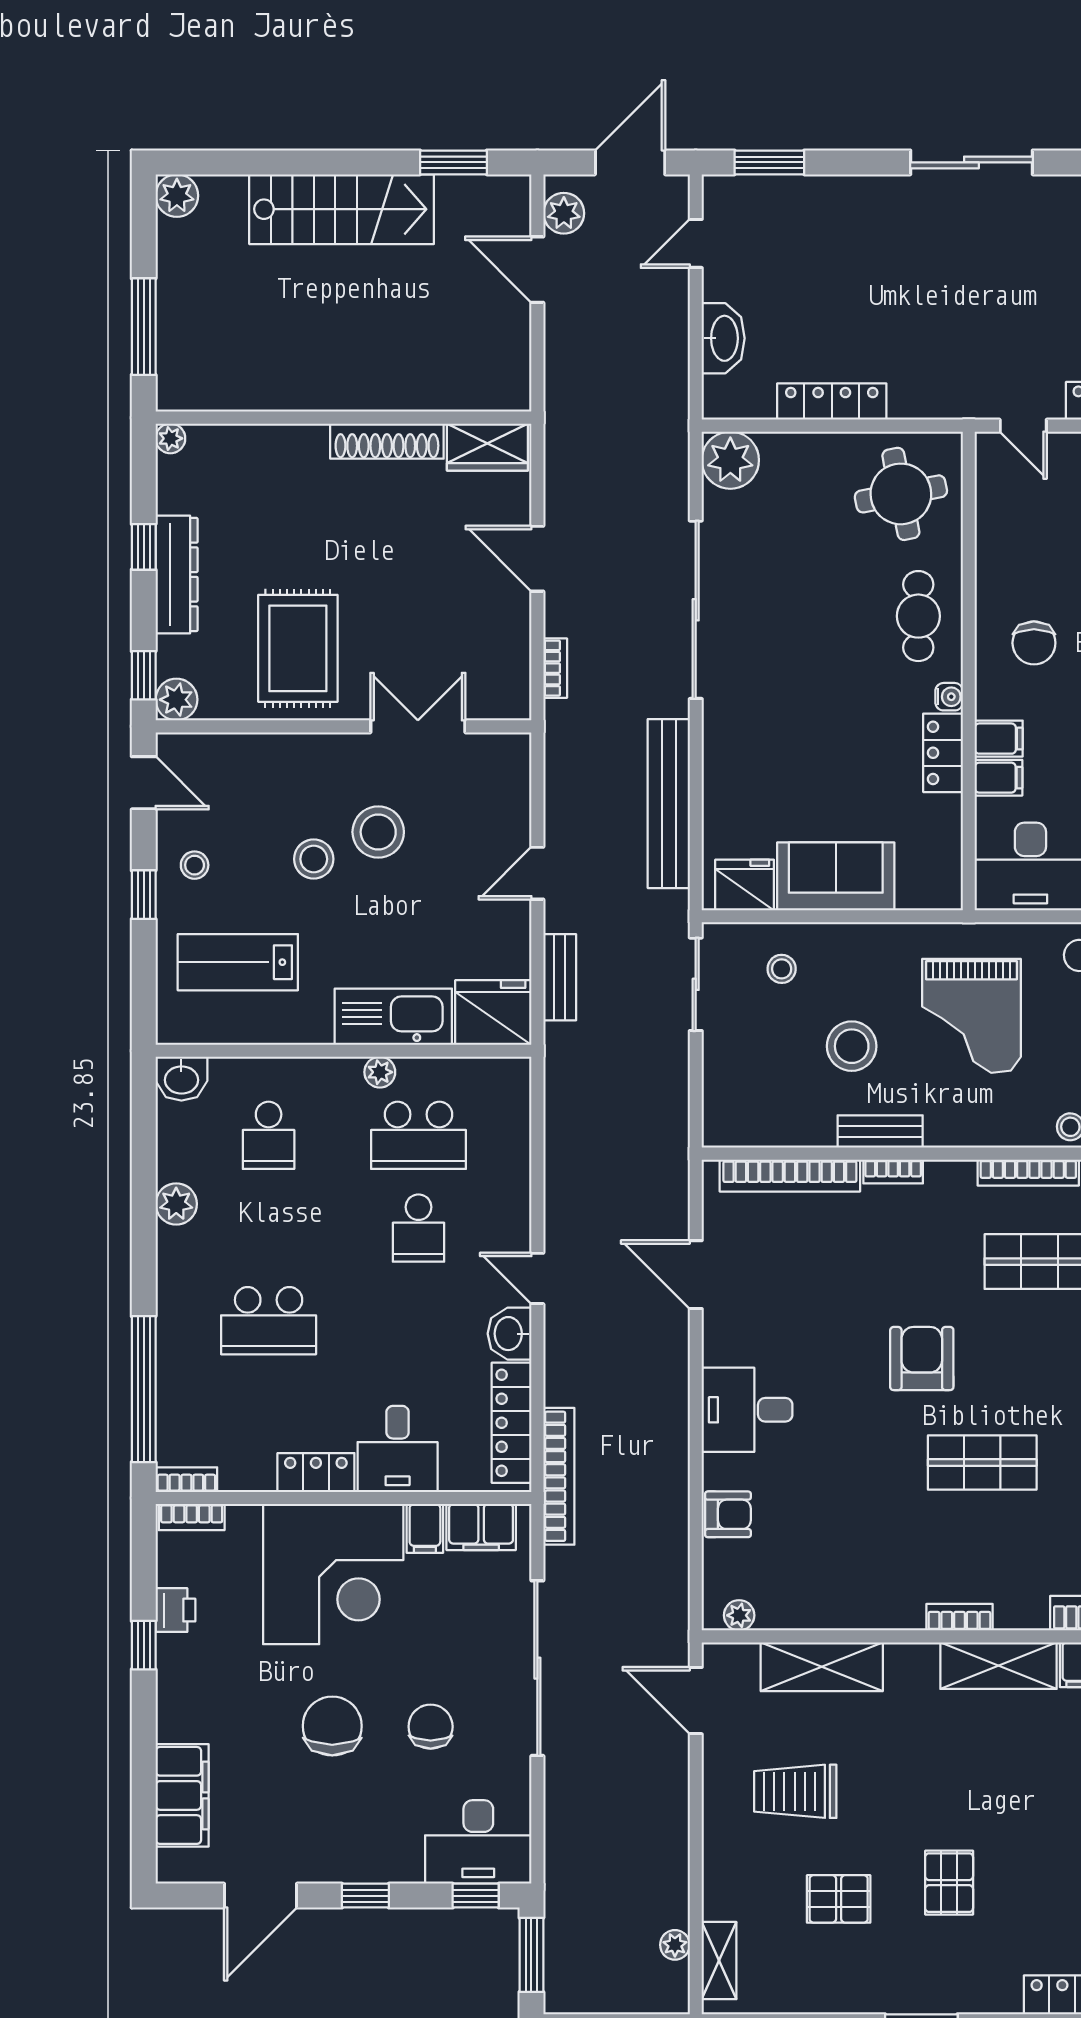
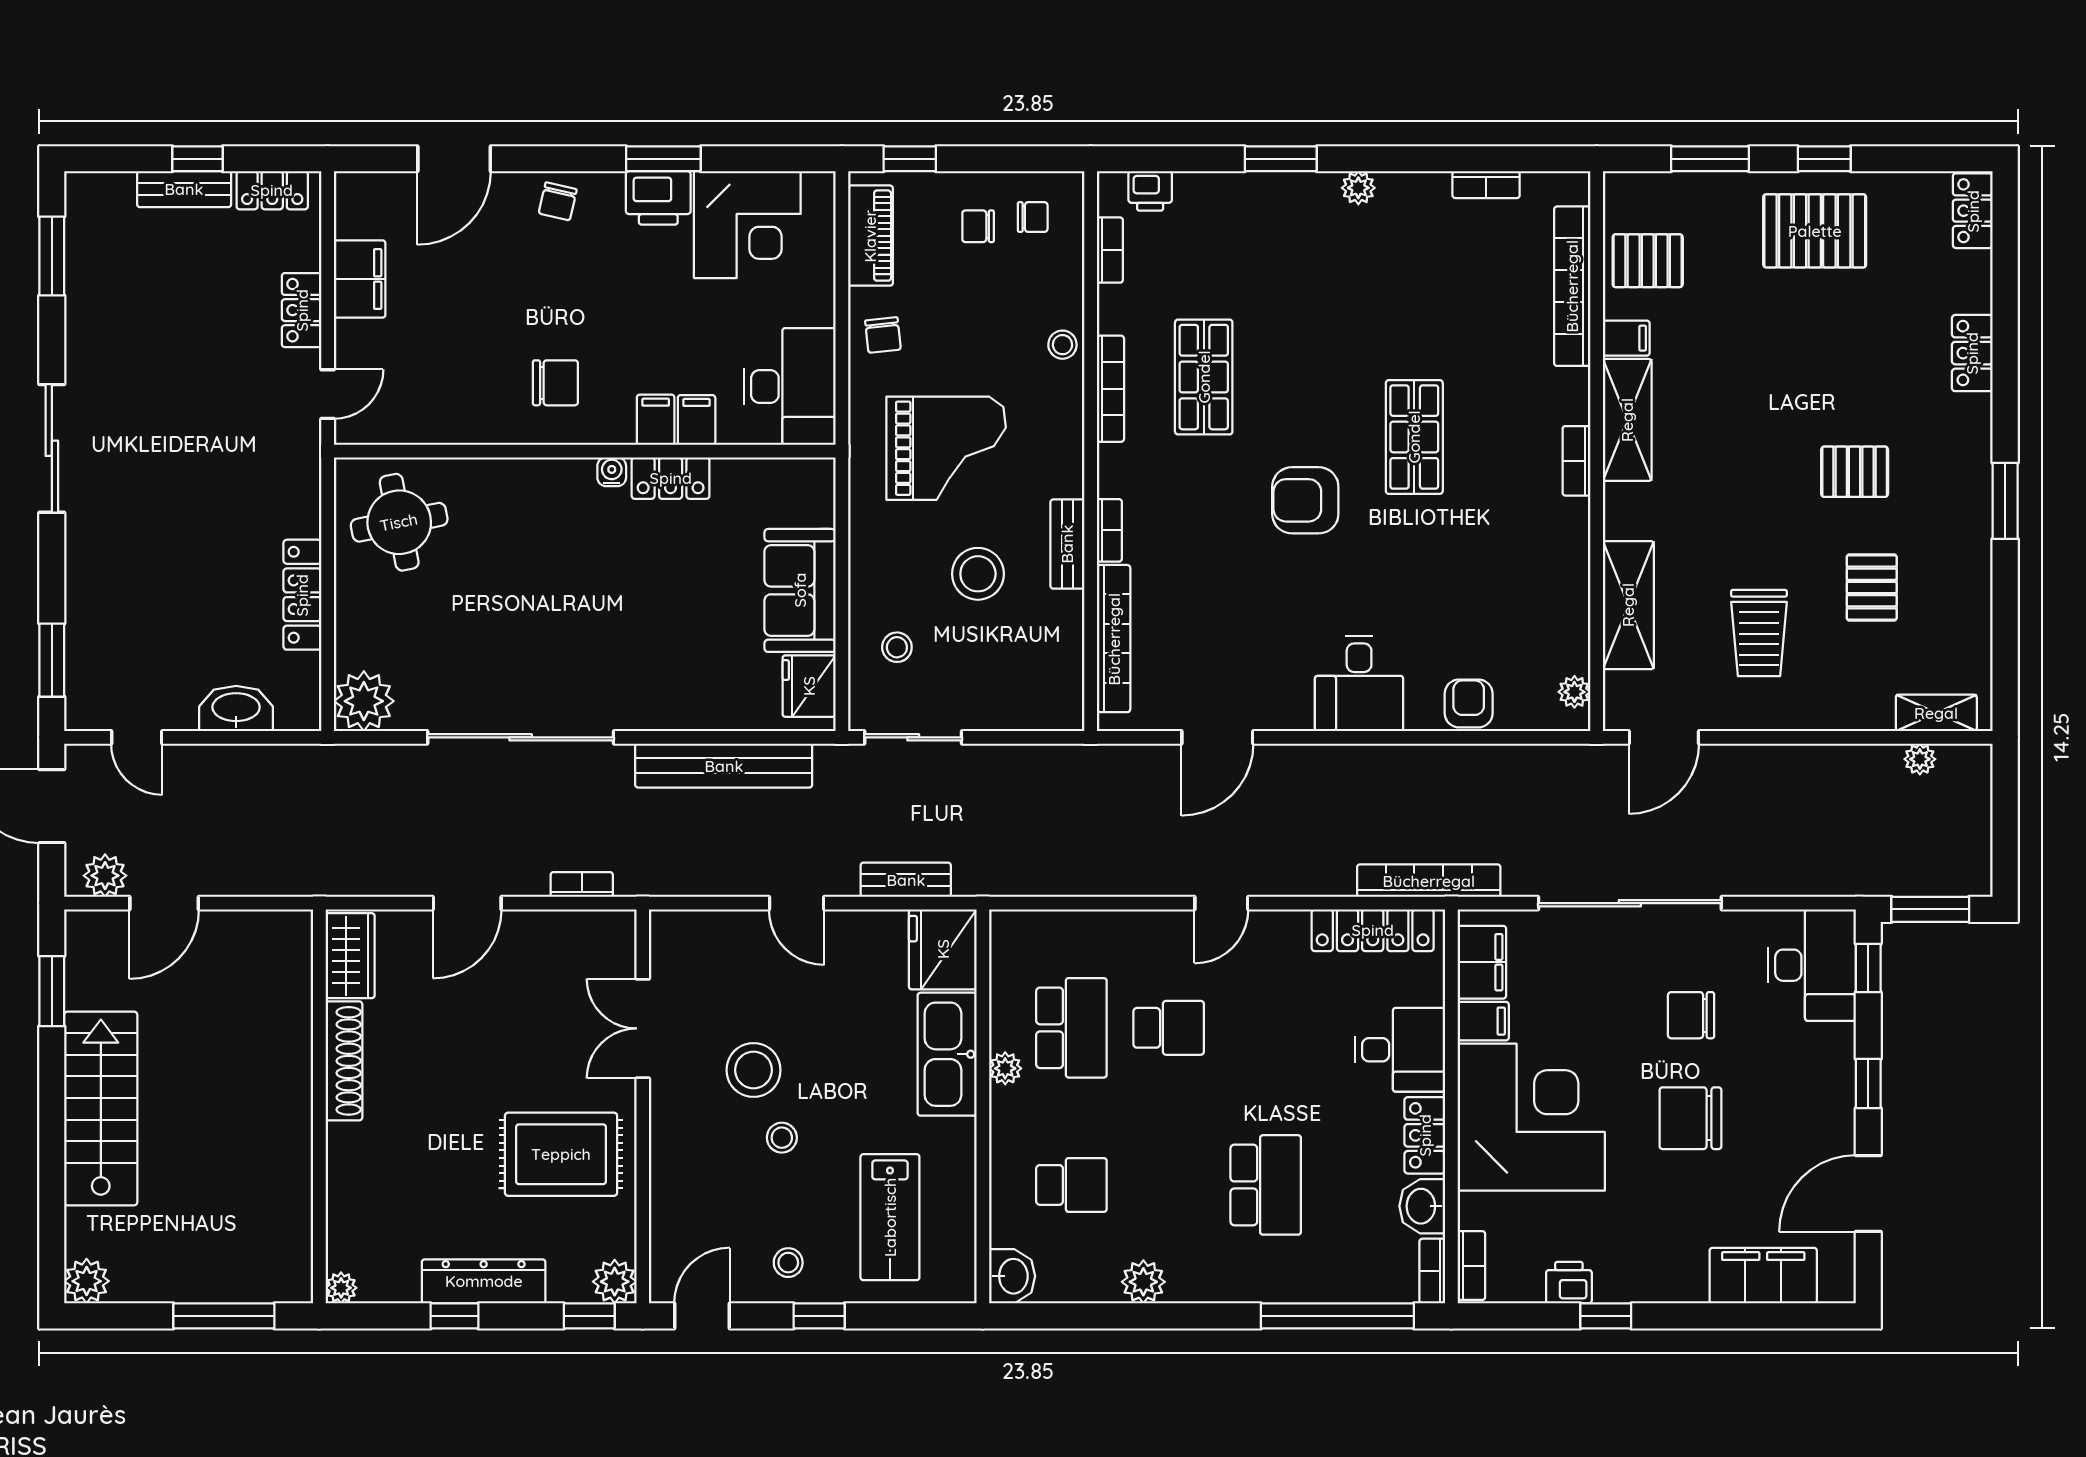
cafe table: (918, 616) -> (527, 504), removed
stool: (314, 859) -> (782, 1138), width x0.73, depth x0.73
washbasin: (510, 1334) -> (1422, 1206), moved, turned 90
door: (260, 1896) -> (1868, 1193), swing flipped

